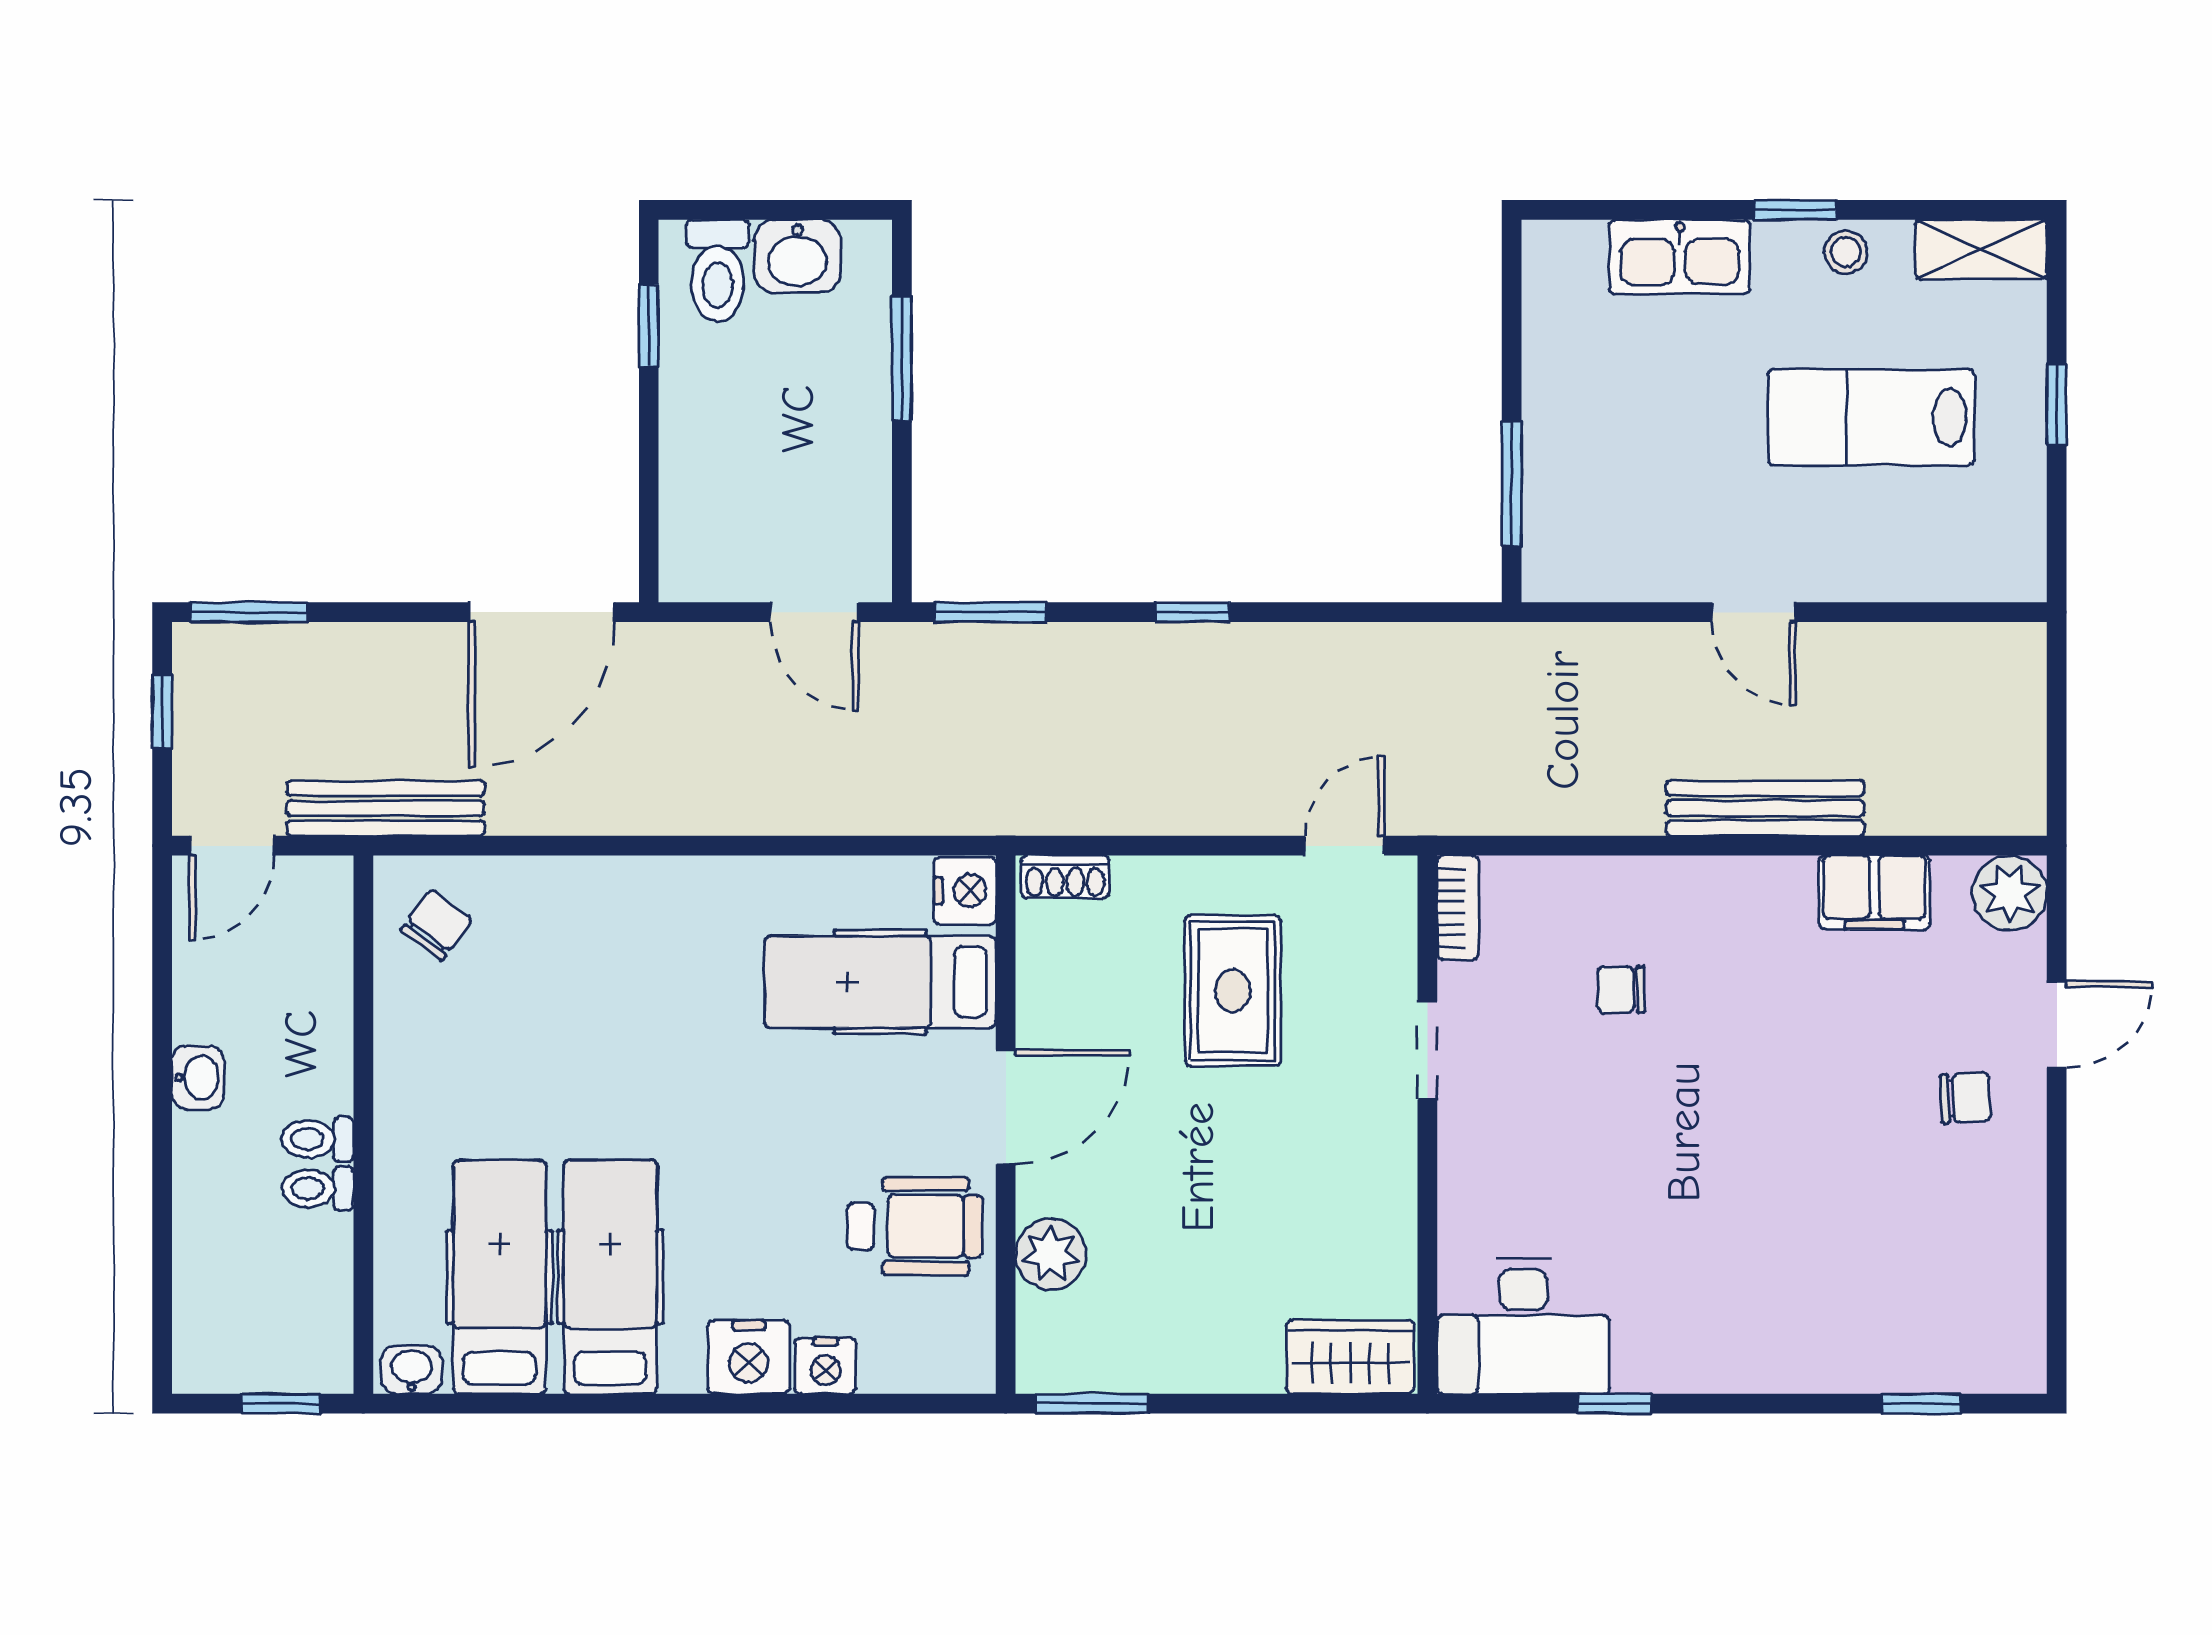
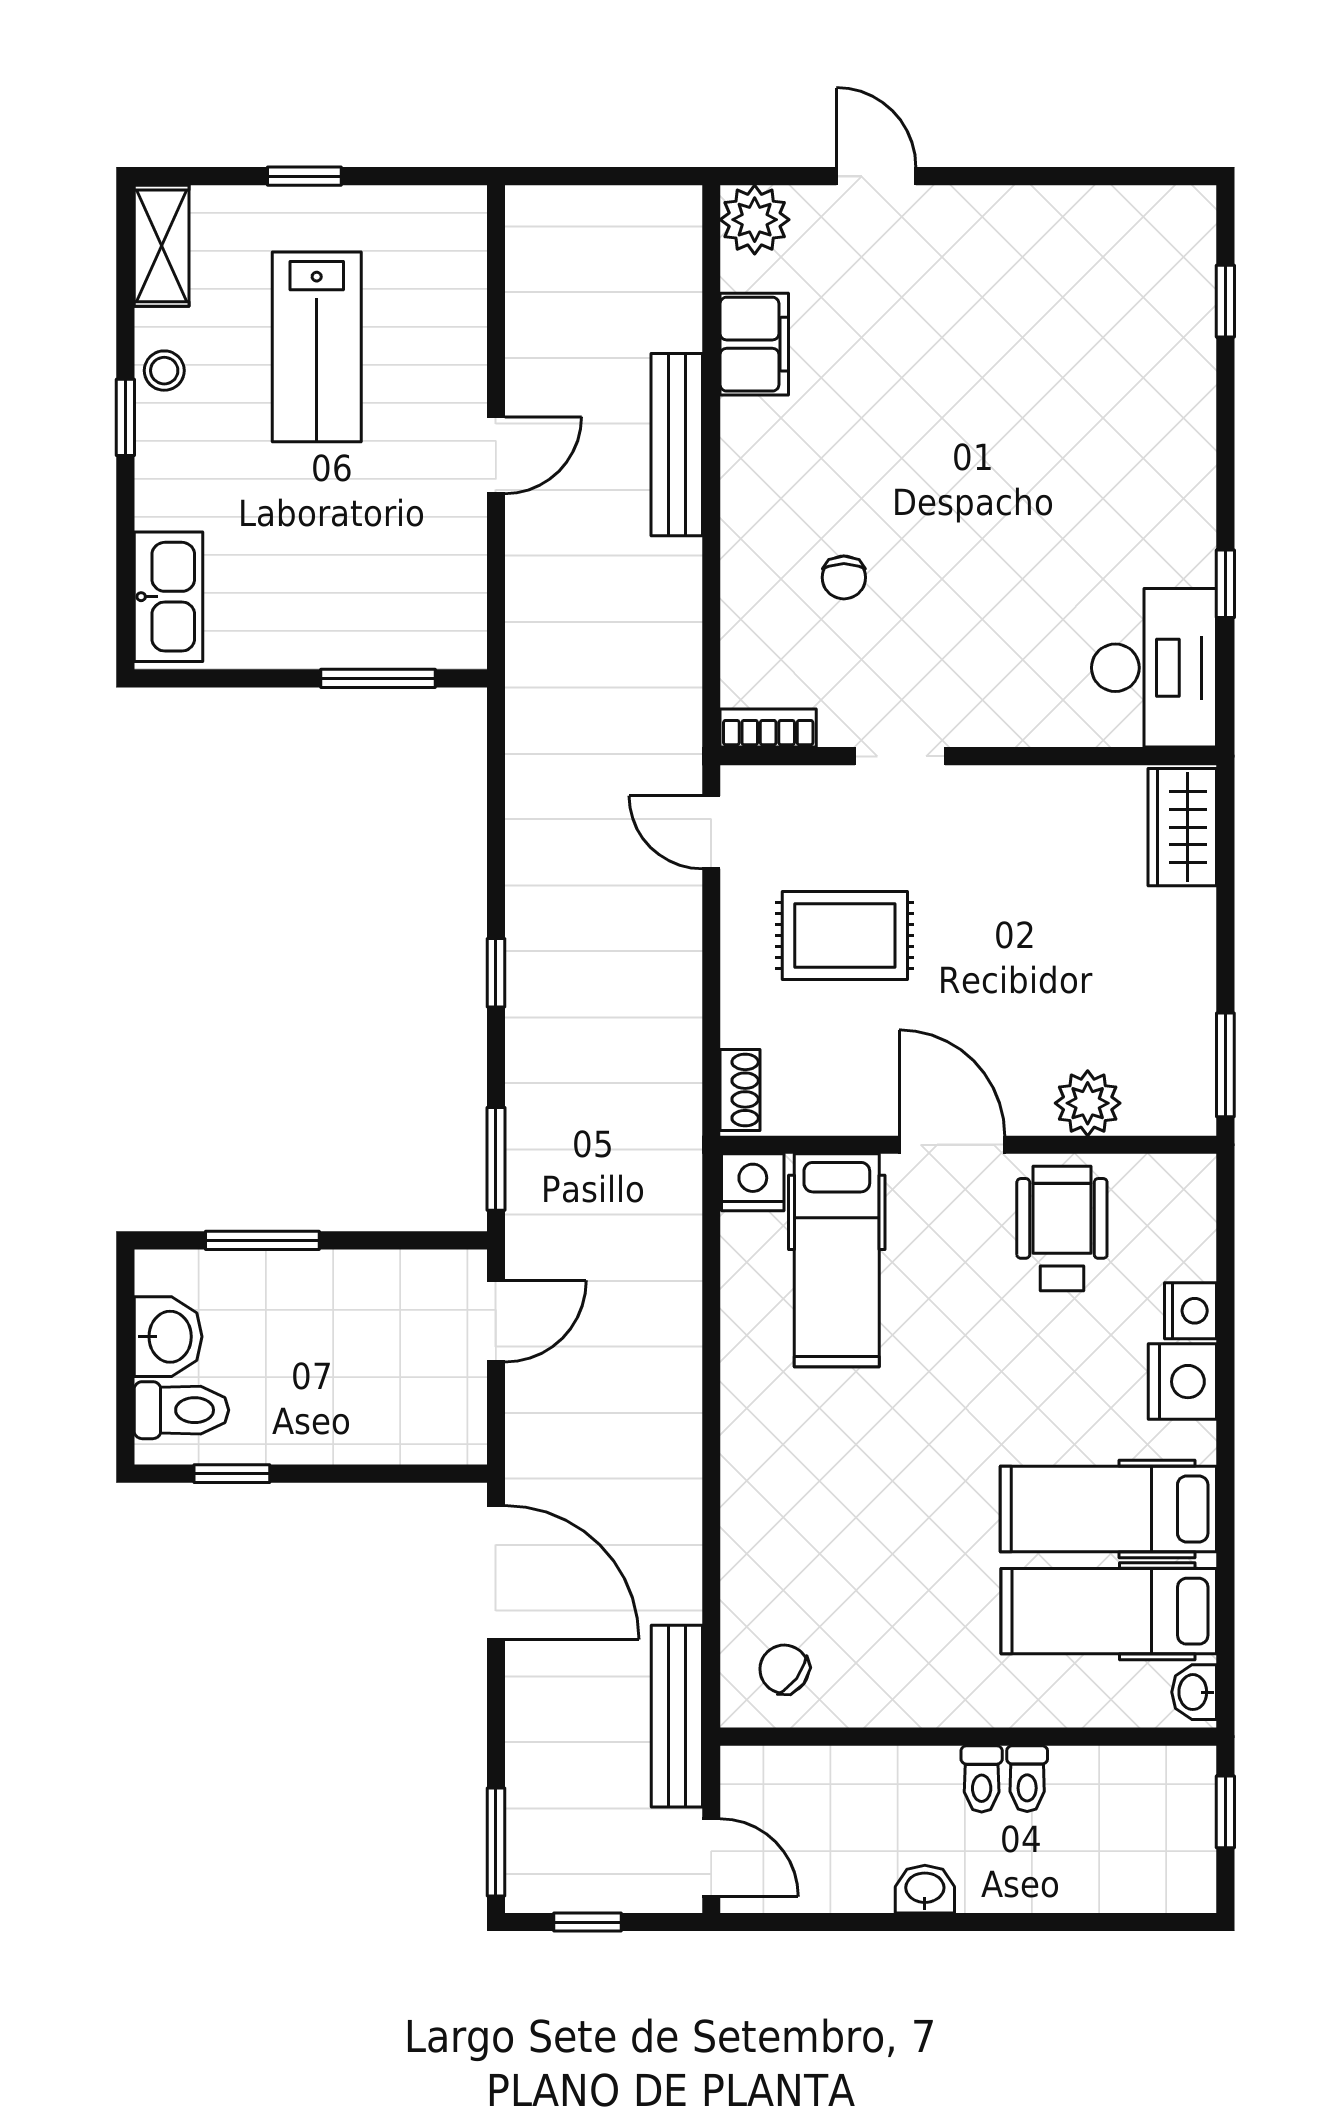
kitchen sink: (1680, 257) -> (168, 597), moved
chair: (1965, 1098) -> (944, 260), removed

